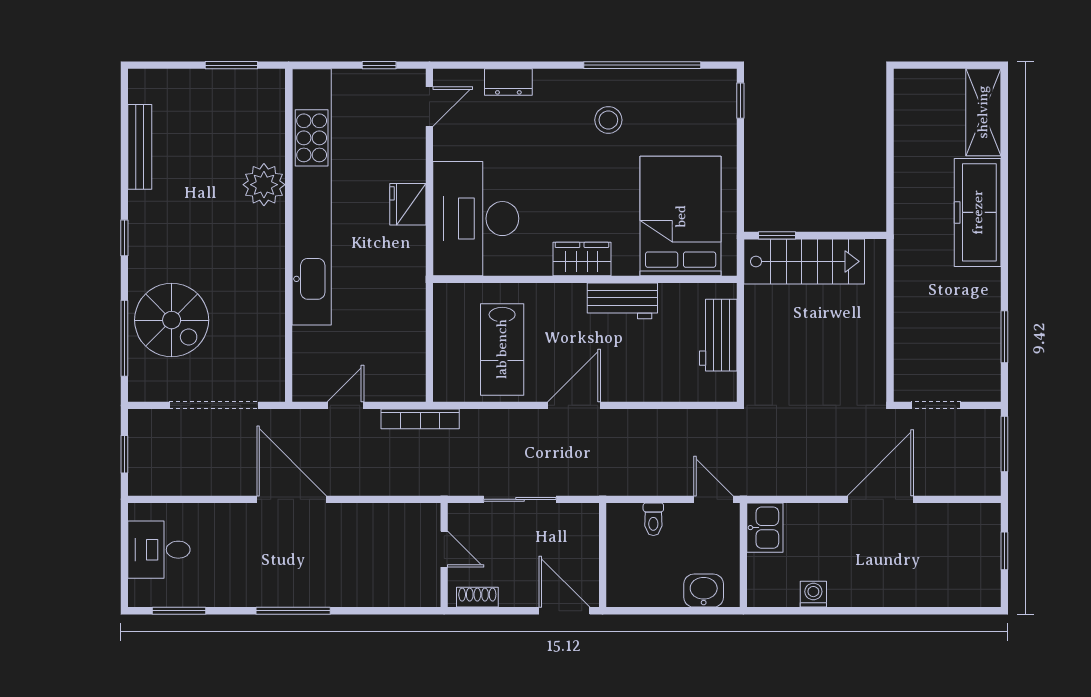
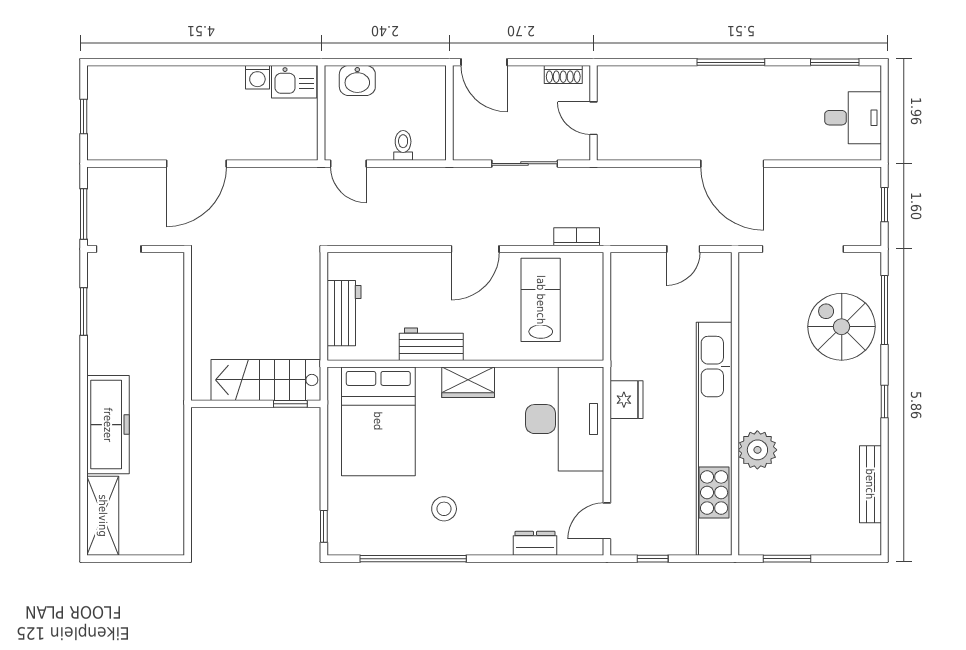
fridge: (408, 204) -> (626, 400), moved
doorway: (936, 405) -> (119, 249), moved
bookcase: (420, 419) -> (577, 237), moved, width x0.64
kitchen sink: (765, 528) -> (294, 82), moved, turned -90

